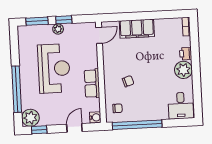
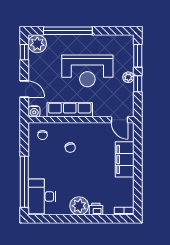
row of seats: (92, 83) -> (70, 110), width x1.48
desk: (181, 106) -> (42, 196), width x1.37
window: (137, 125) -> (24, 182), moved

